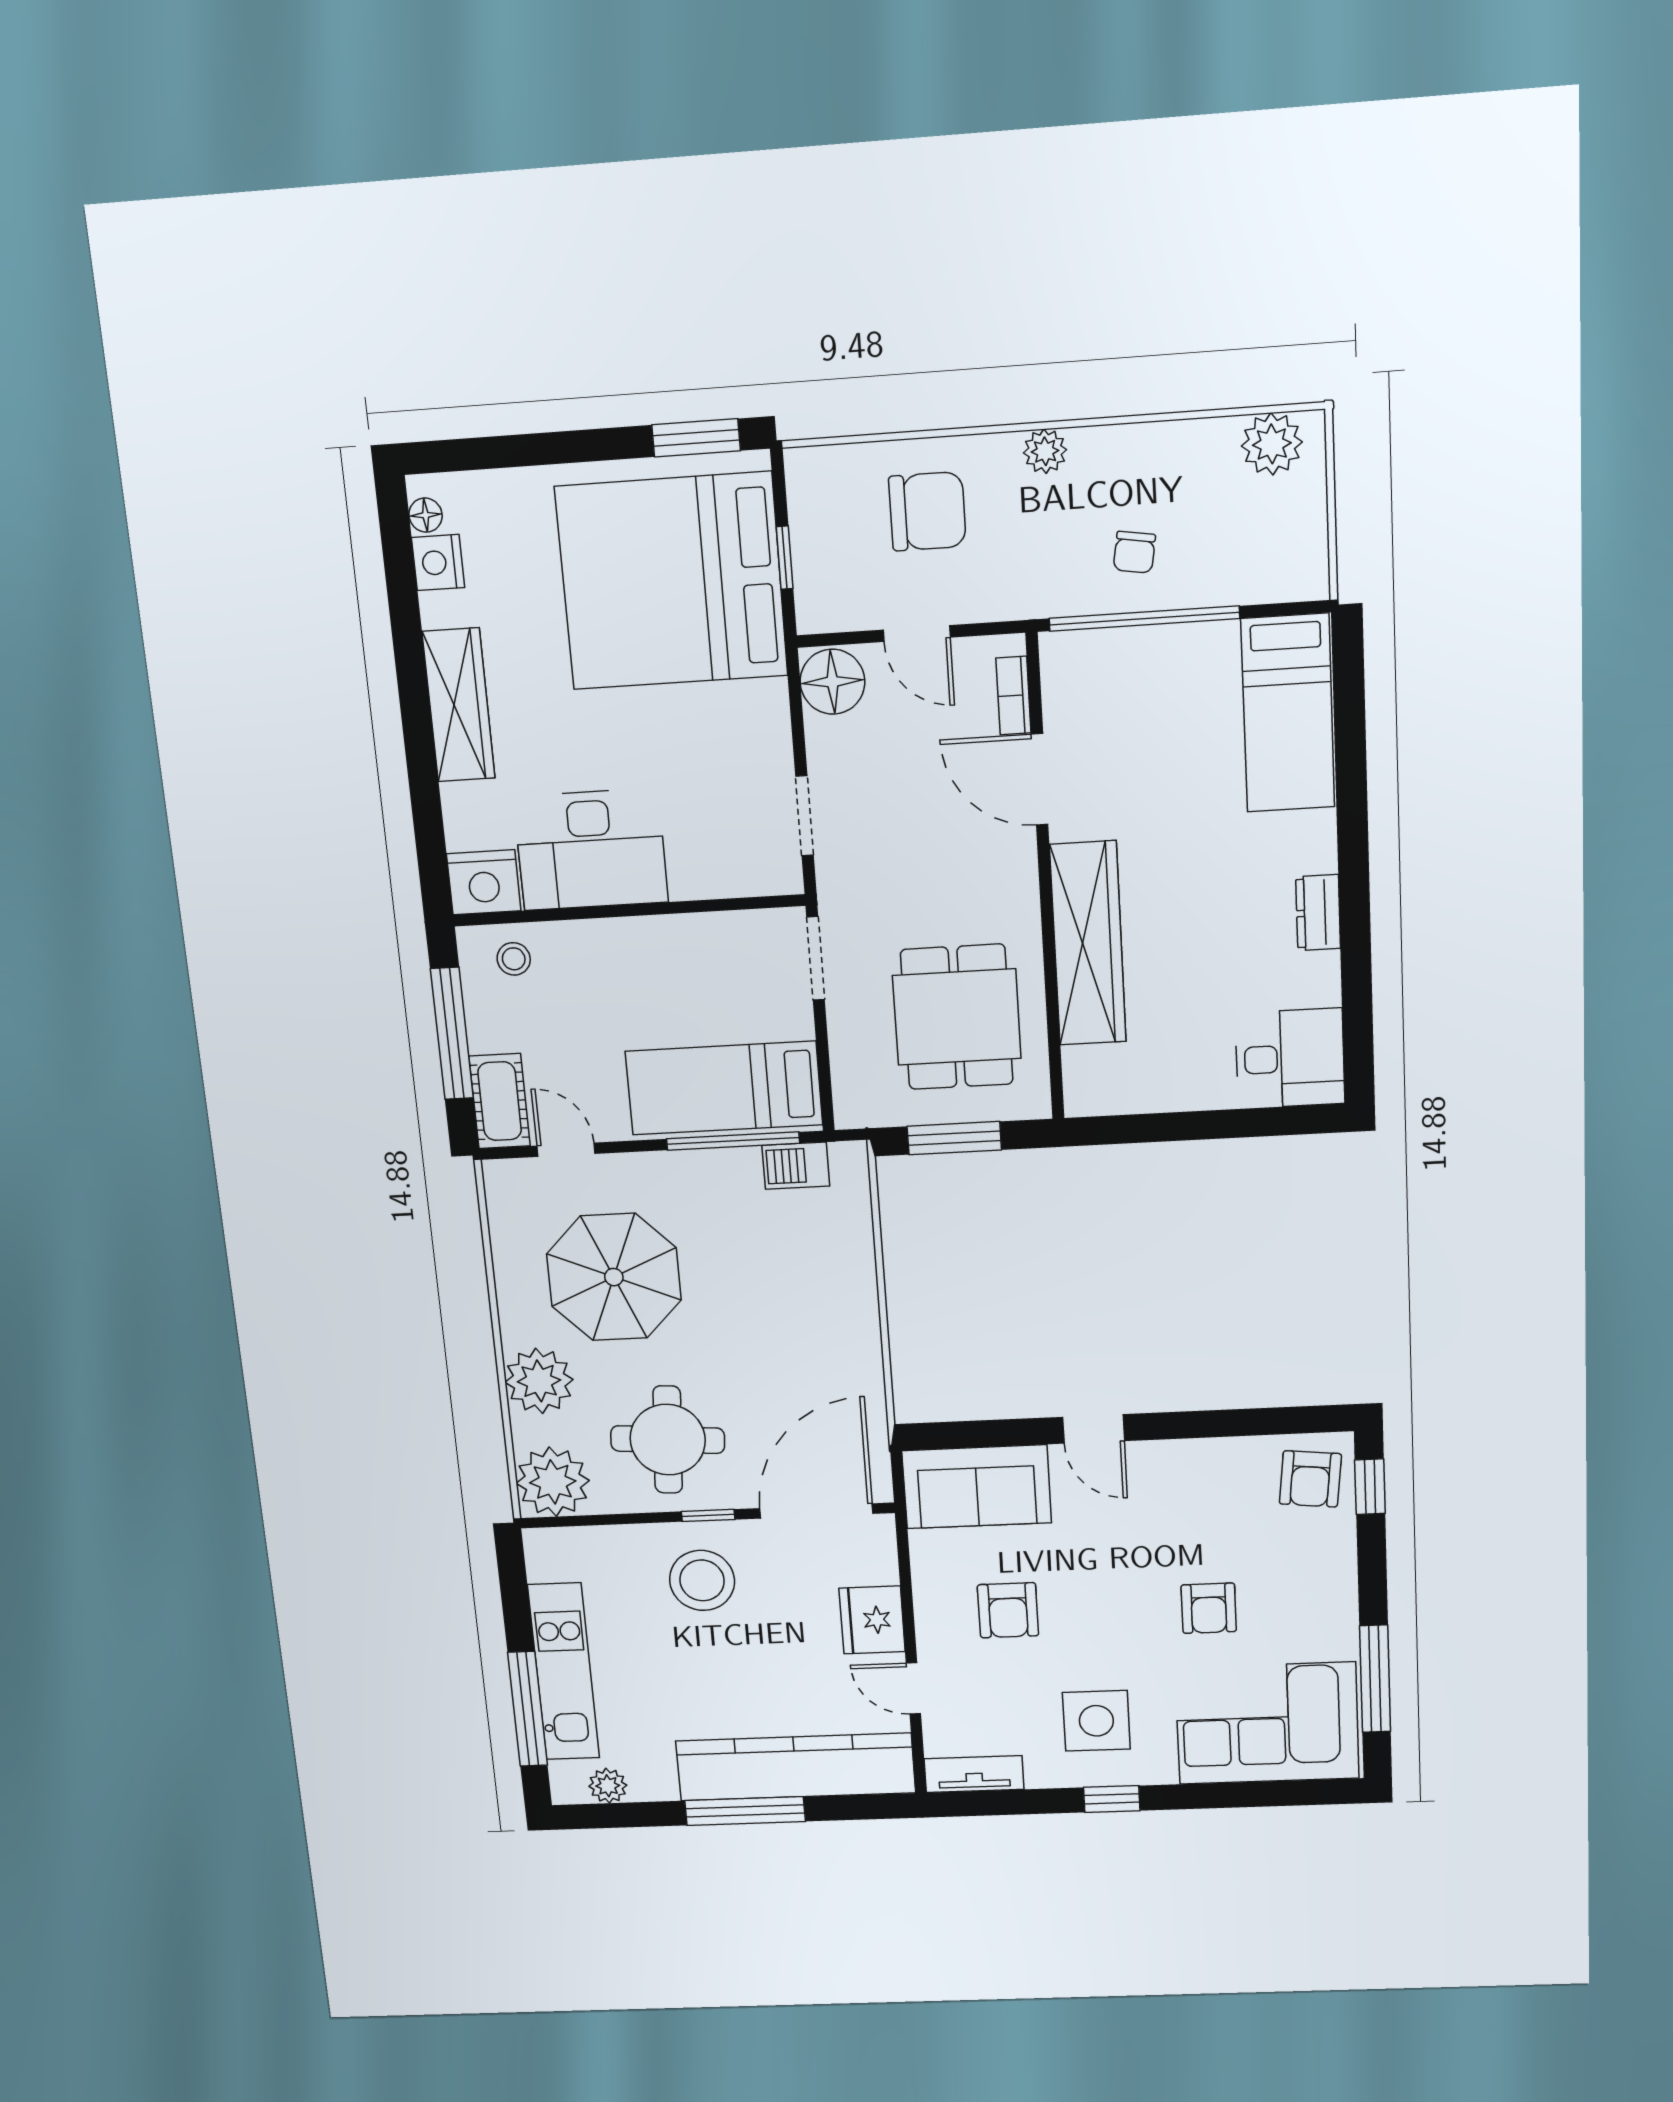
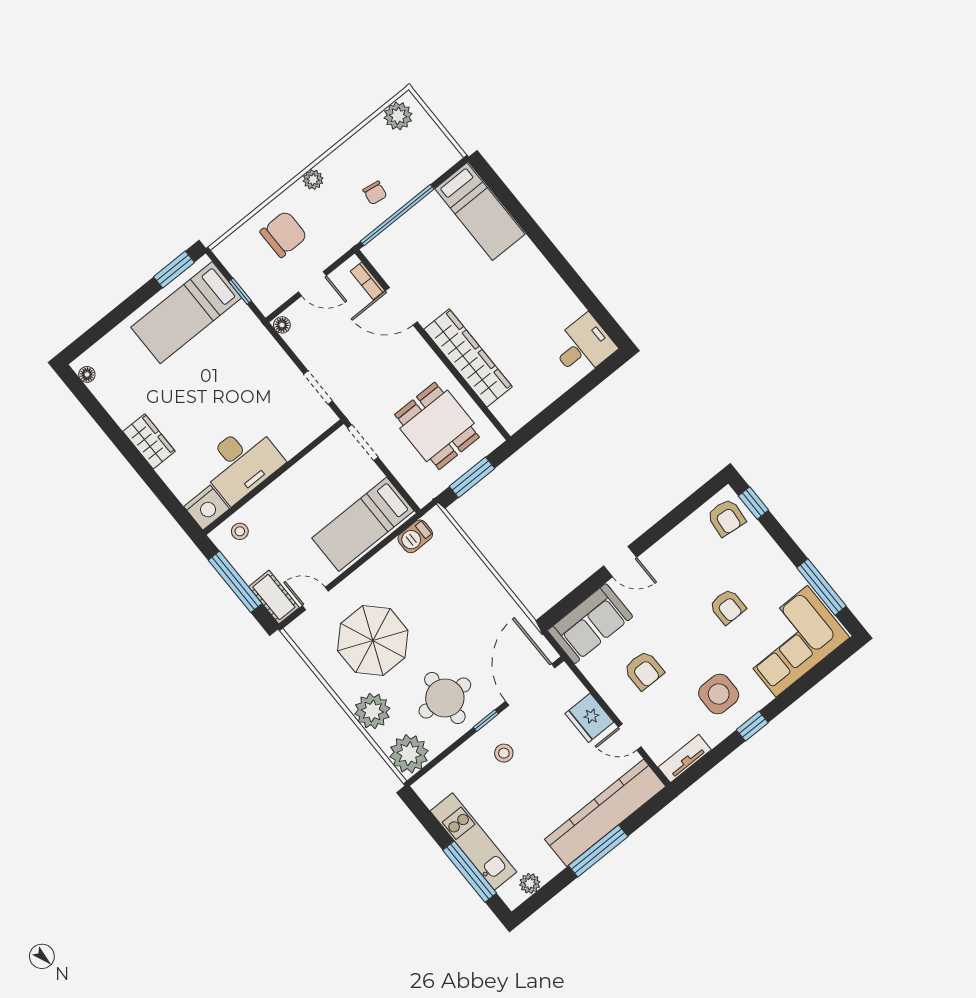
nightstand: (438, 563) -> (104, 390), removed
bed: (672, 581) -> (186, 313), width x0.49
floor lamp: (832, 682) -> (282, 325), width x0.53, depth x0.53
wardrobe: (459, 705) -> (149, 441), width x0.67
dresser: (1318, 913) -> (550, 280), removed
window: (733, 1141) -> (382, 544), removed
stool: (702, 1580) -> (504, 753), width x0.53, depth x0.53

